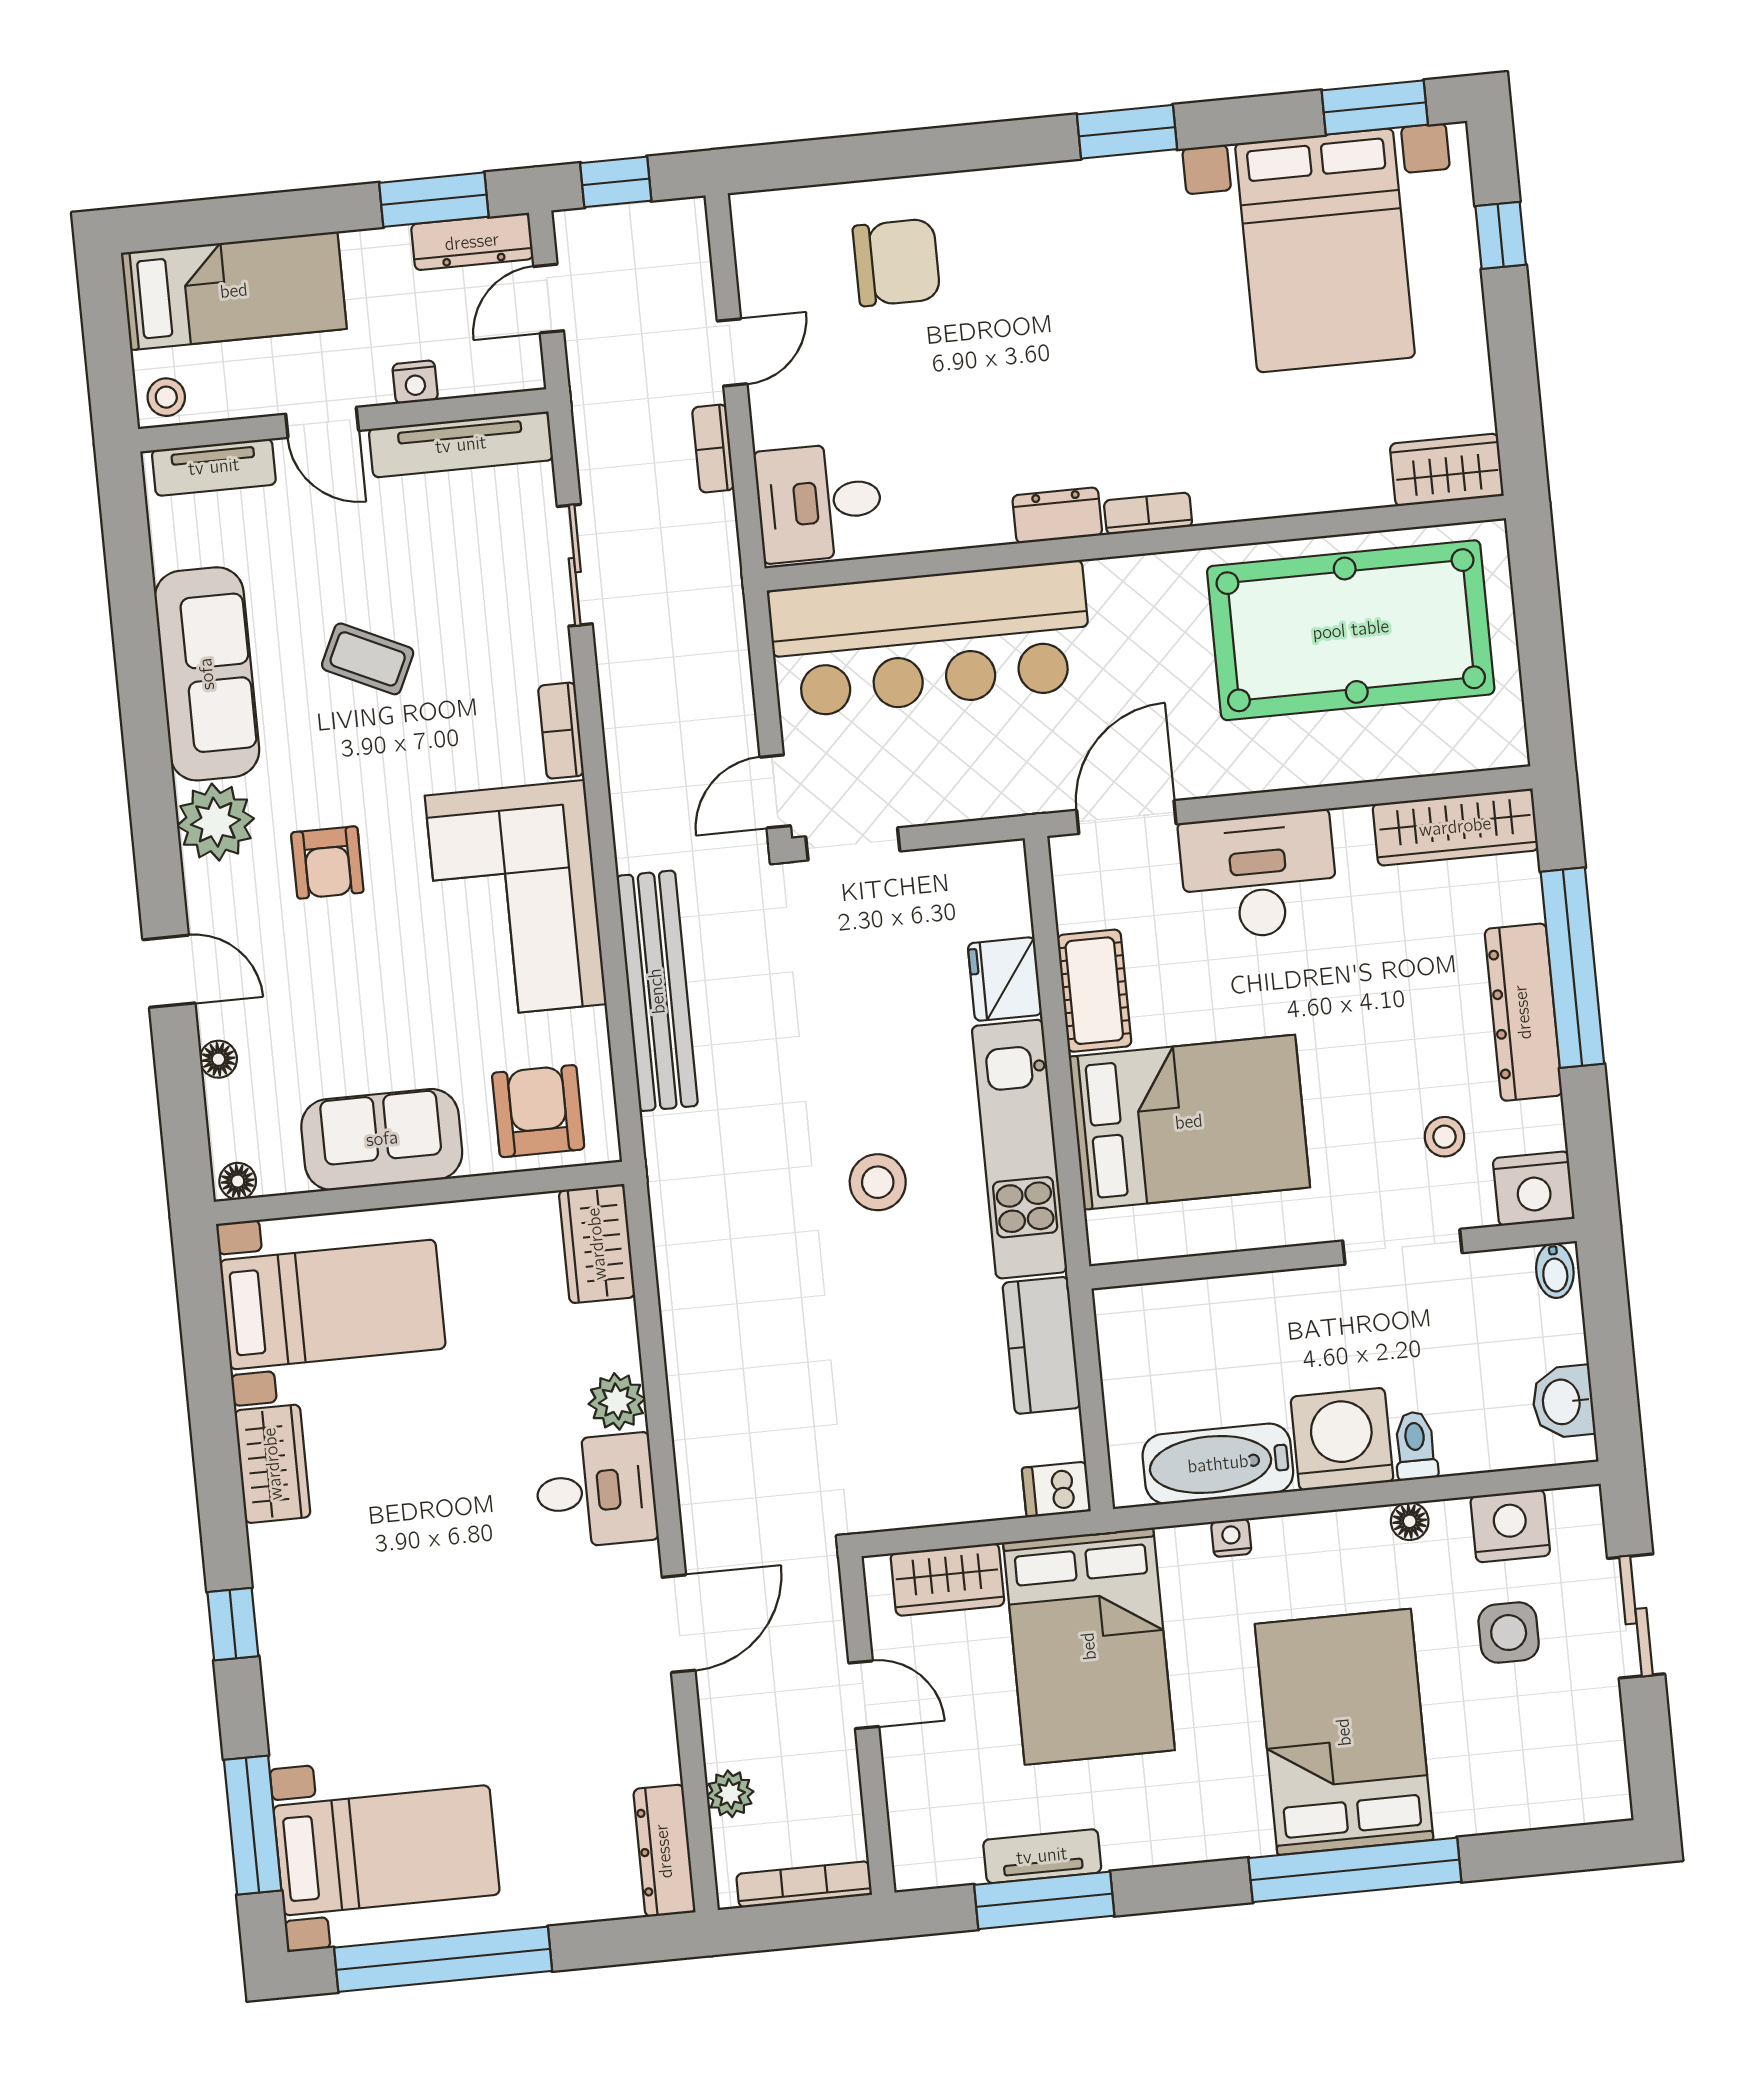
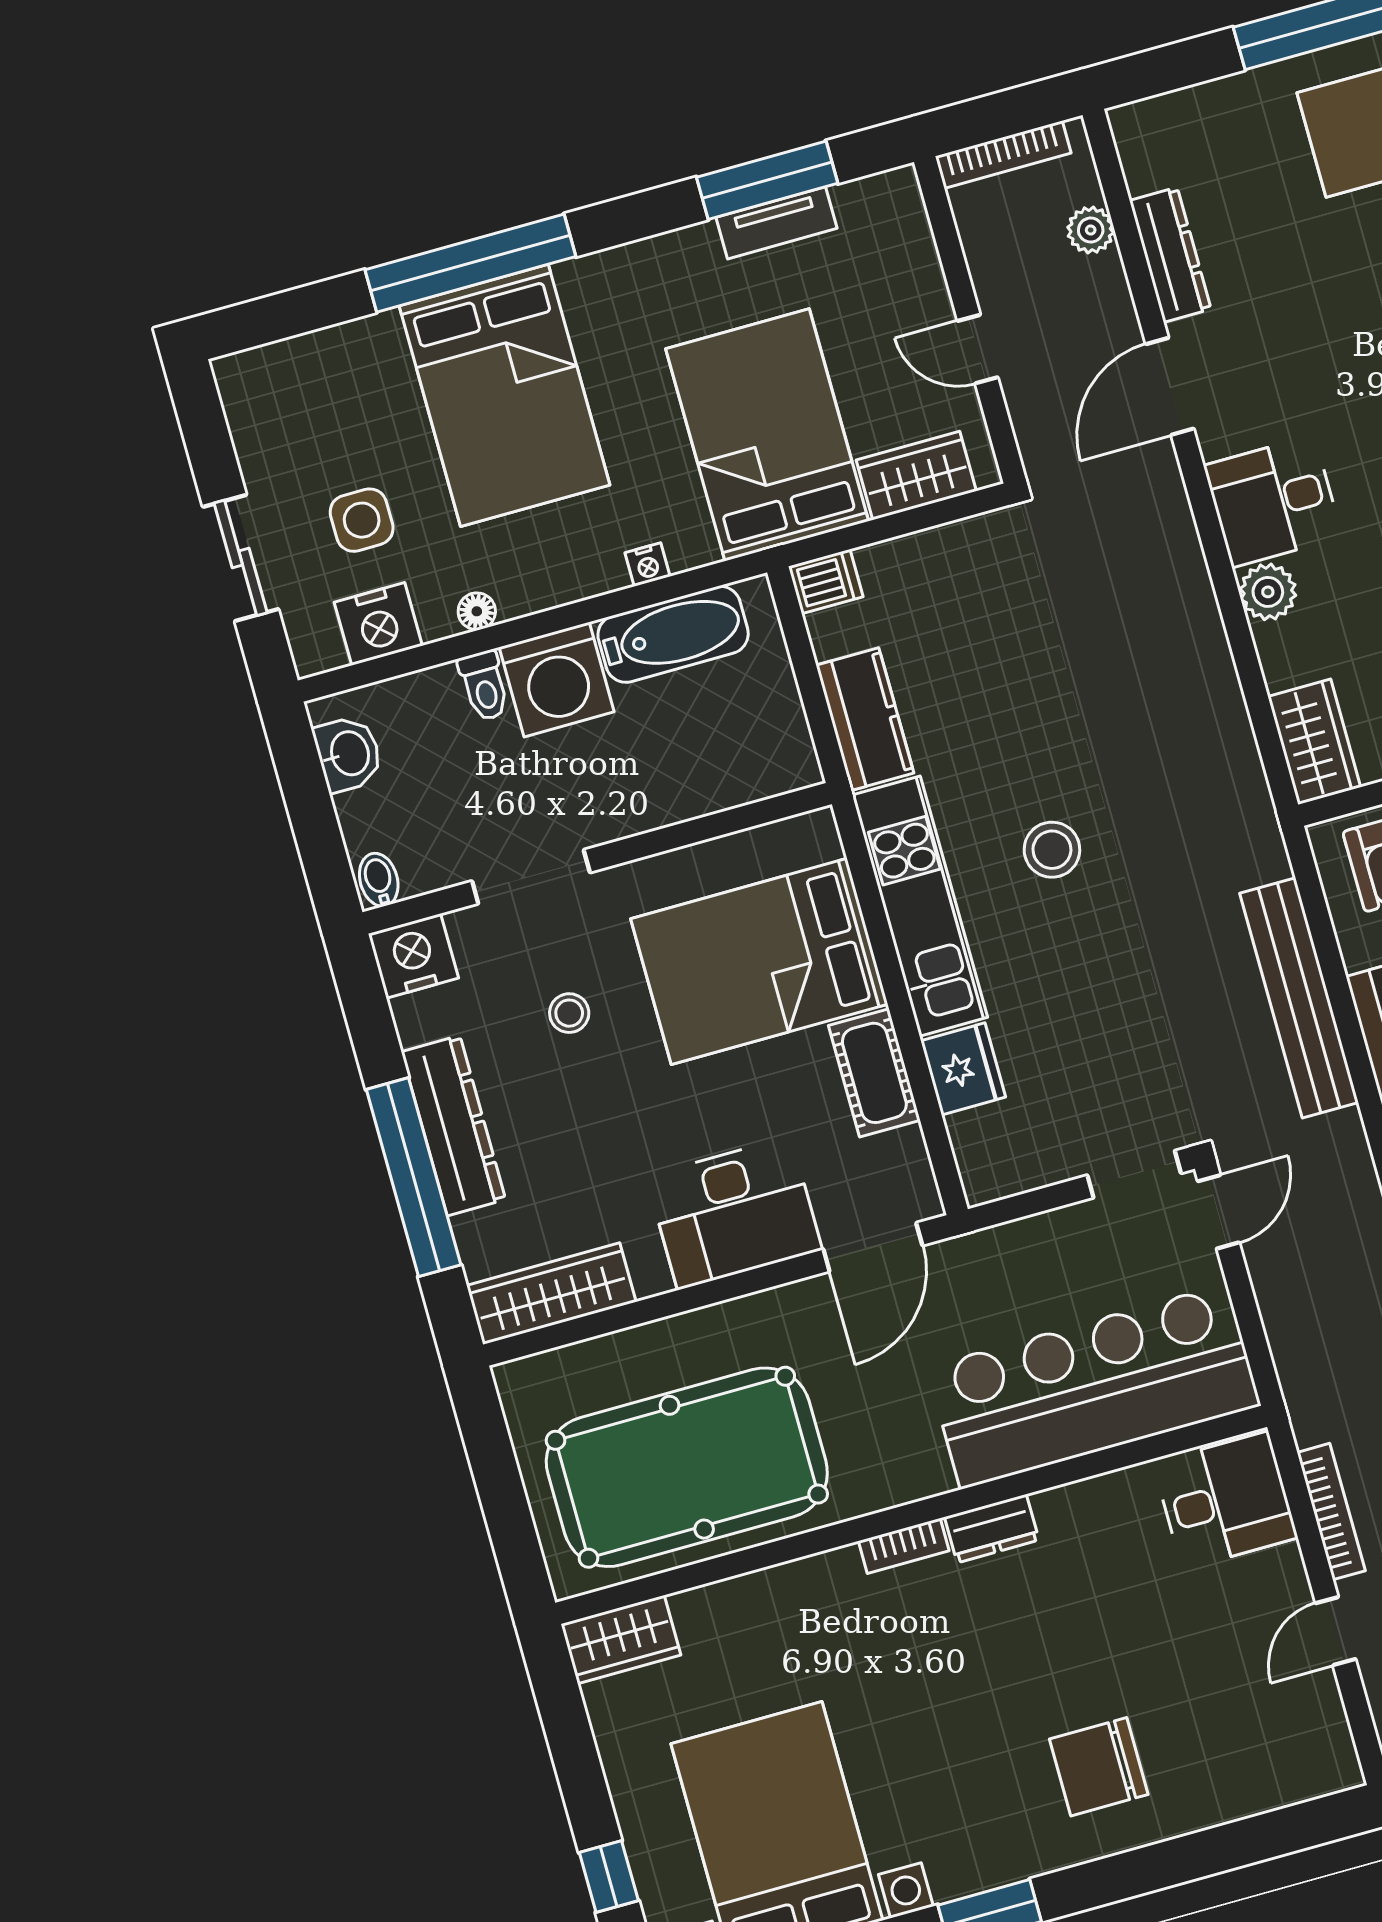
chair: (897, 262) -> (1099, 1767), moved
bookcase: (713, 448) -> (1331, 1512), width x1.56
stool: (1445, 1137) -> (569, 1013), moved
dresser: (664, 1851) -> (1170, 255), moved

